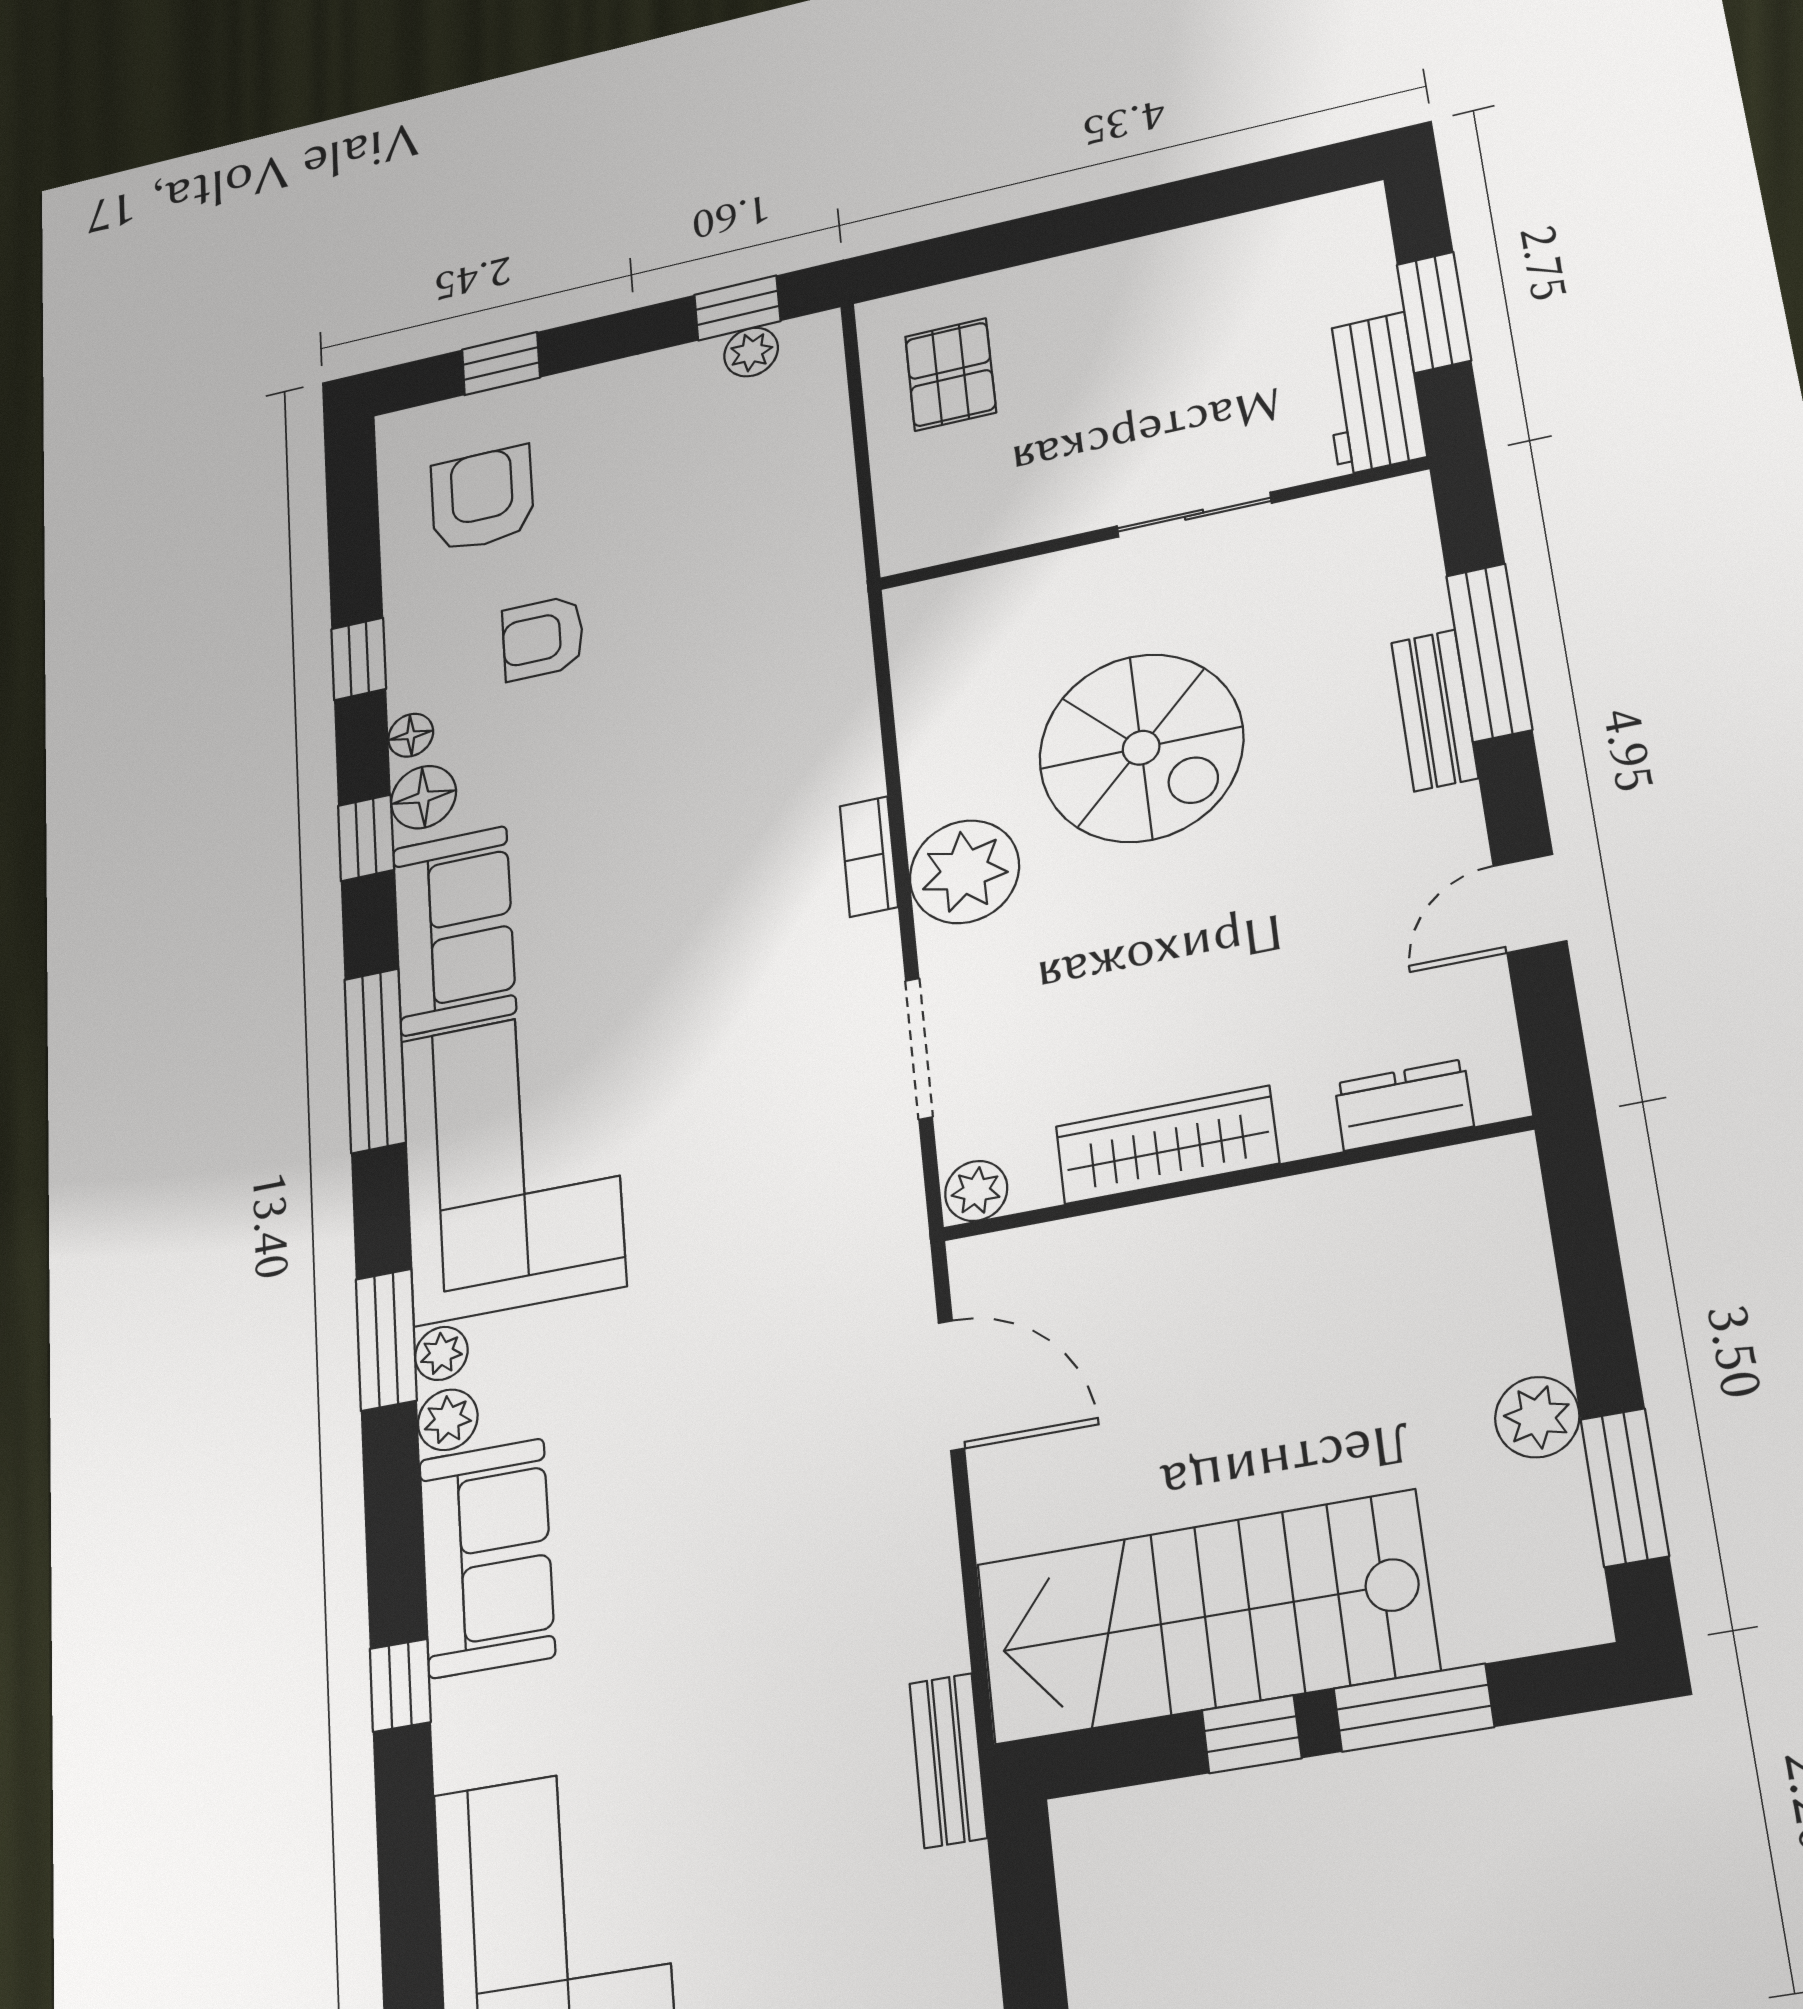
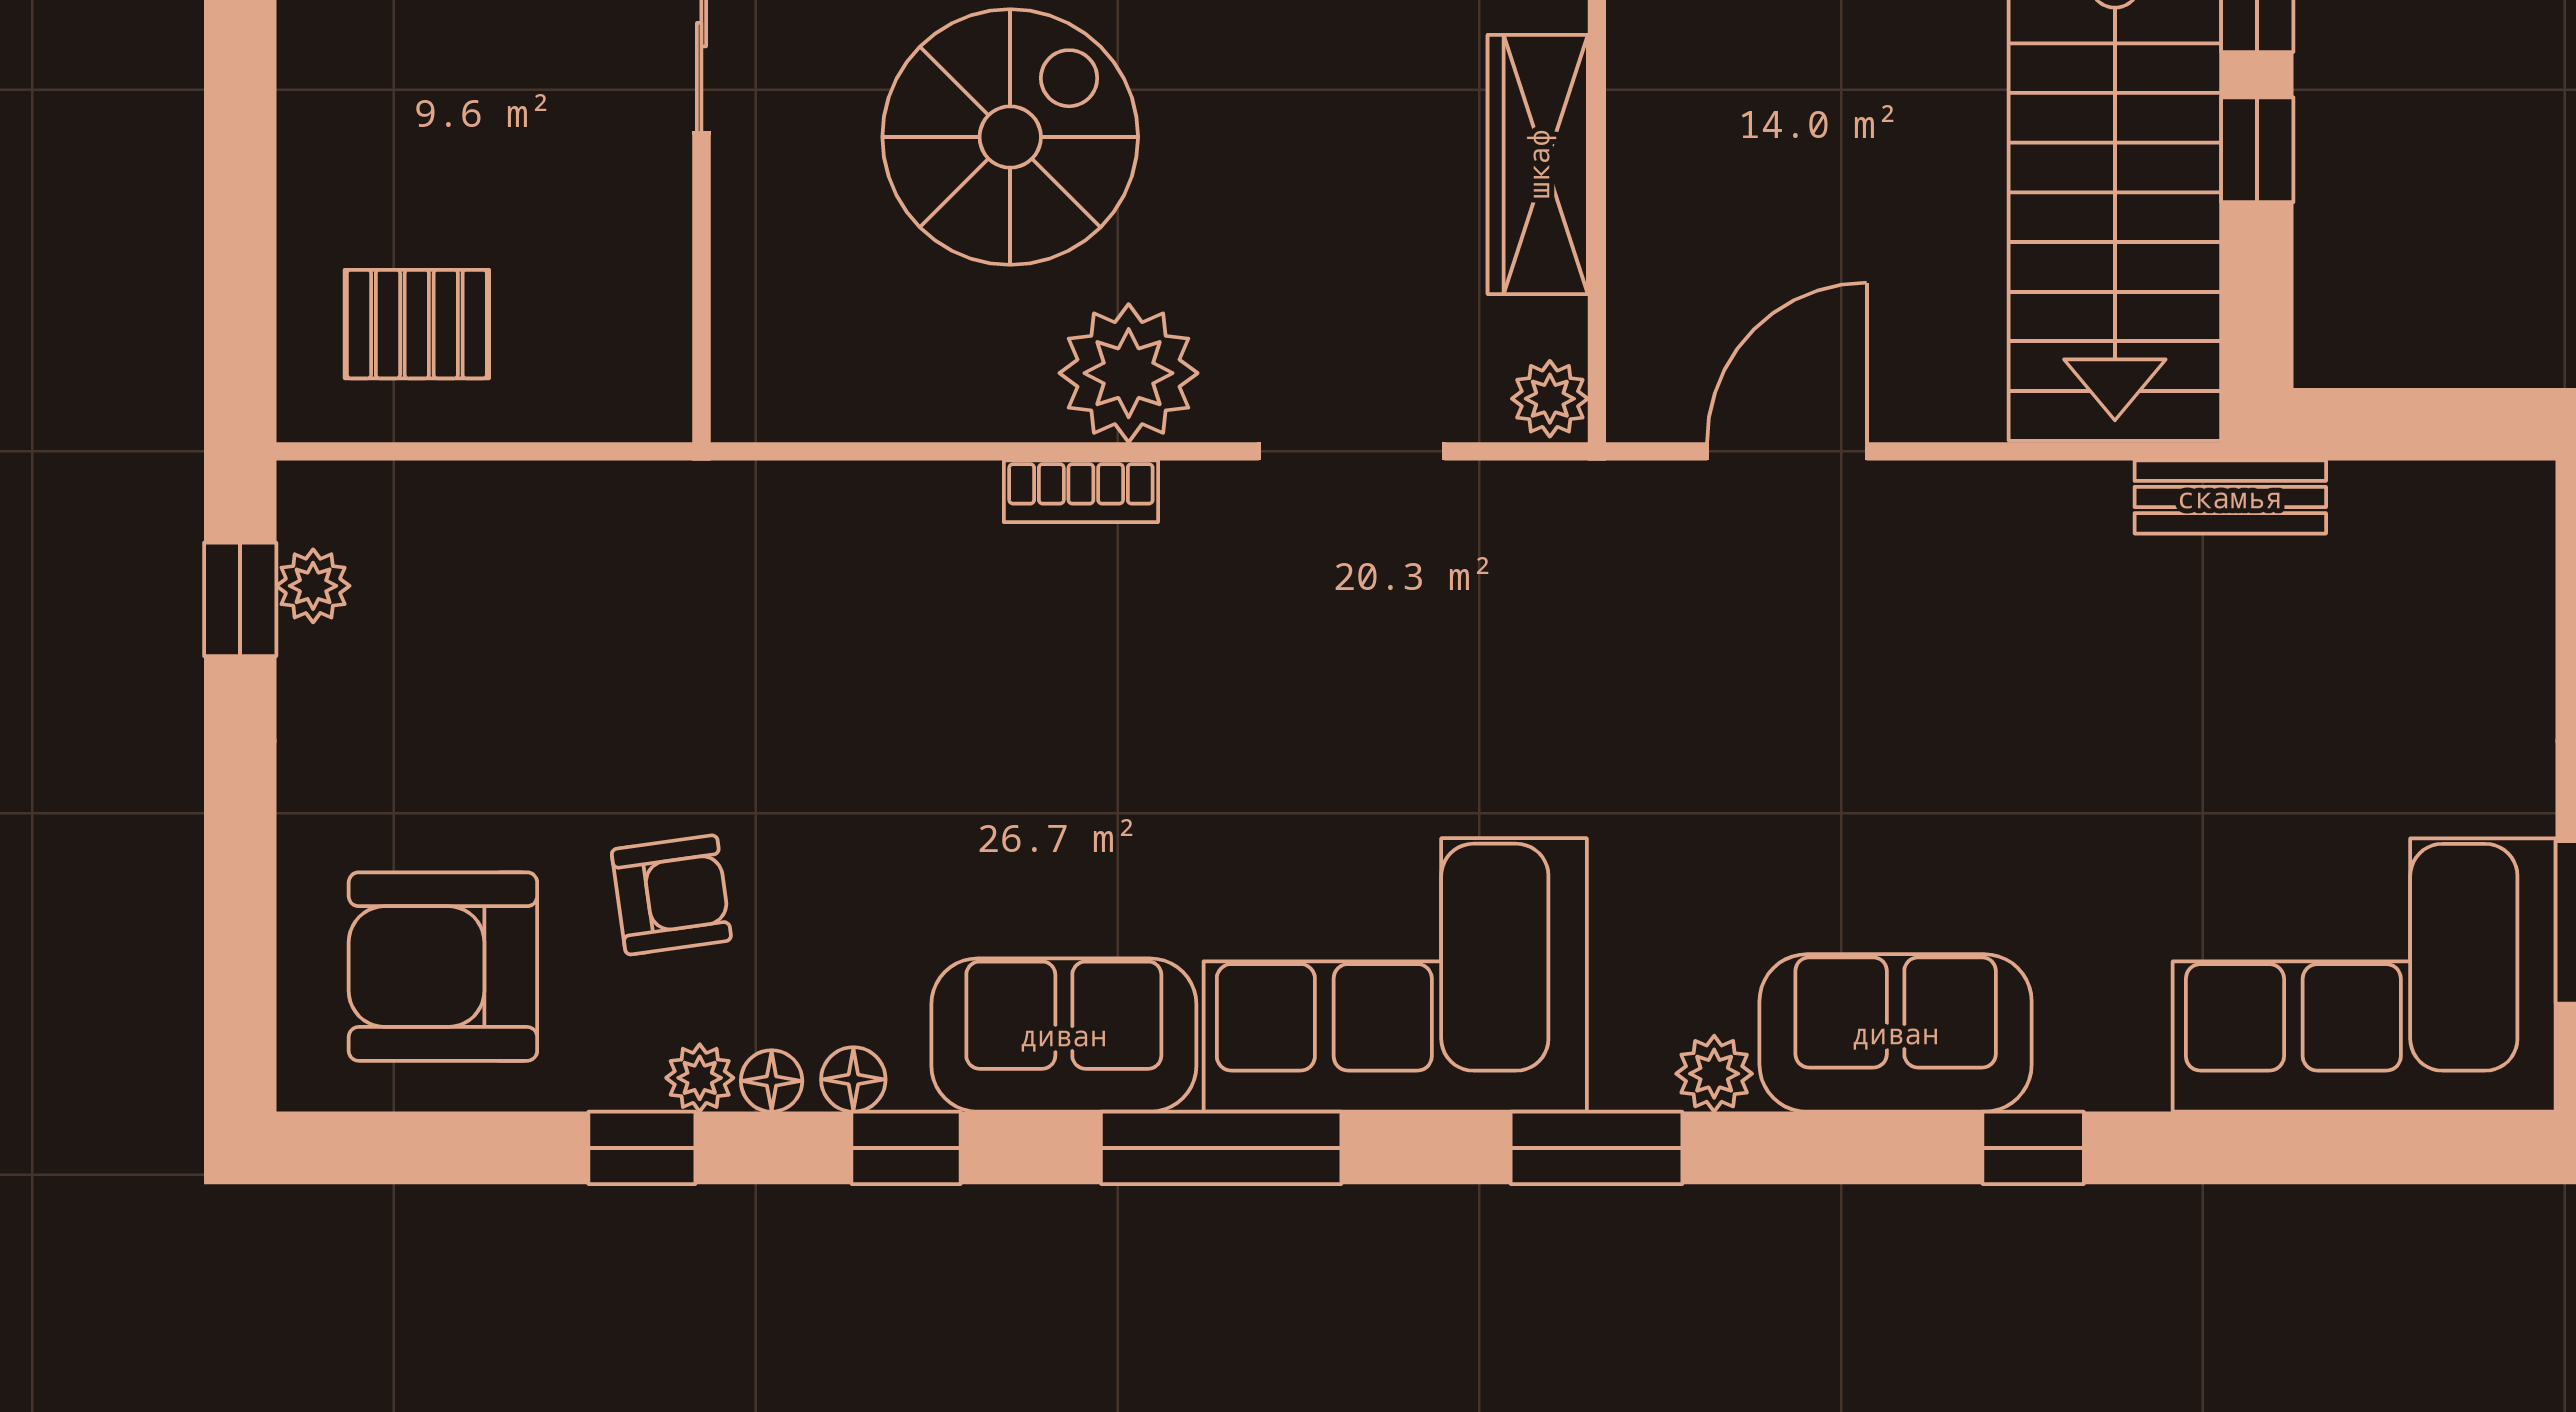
window: (501, 364) -> (240, 930), removed
armchair: (482, 499) -> (443, 967), width x1.36, depth x1.36
armchair: (543, 638) -> (671, 895), turned -98
floor lamp: (424, 797) -> (853, 1079), width x0.73, depth x0.73
plant: (441, 1353) -> (700, 1078), moved

